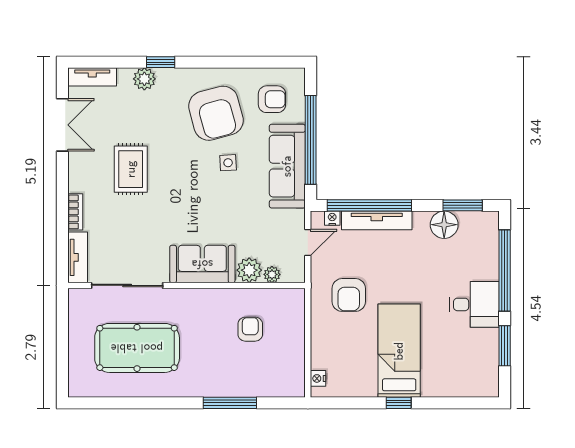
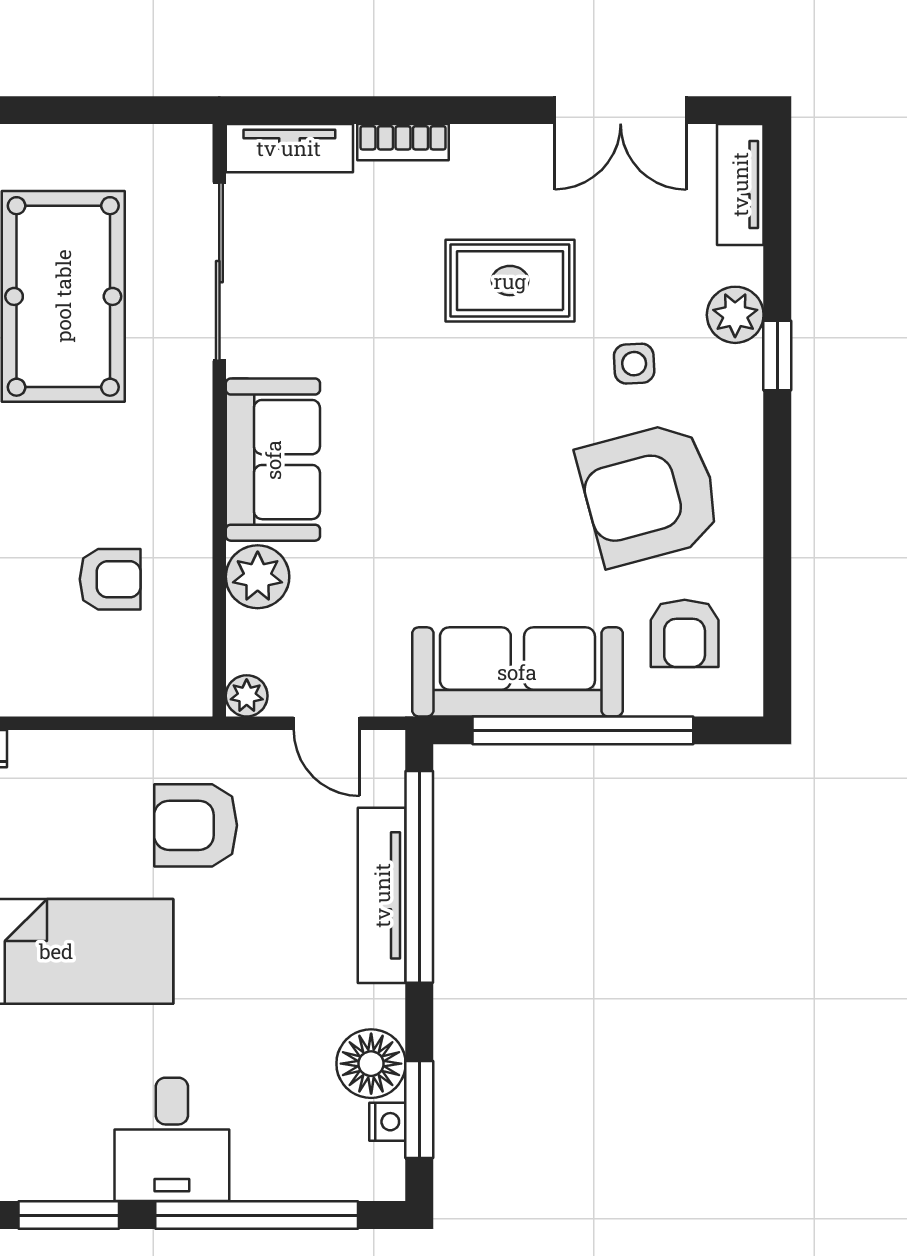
side table: (228, 163) -> (634, 364), moved
nightstand: (332, 218) -> (387, 1122), moved
plant: (272, 274) -> (247, 696), moved

